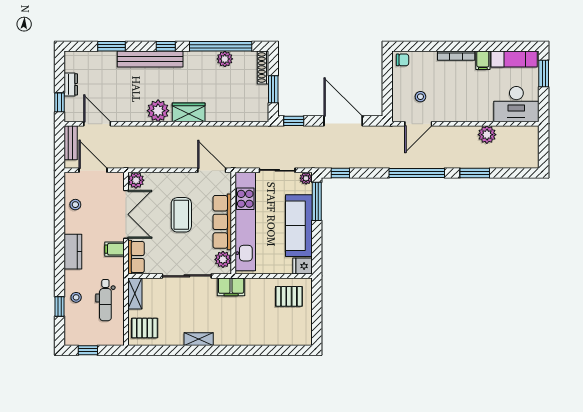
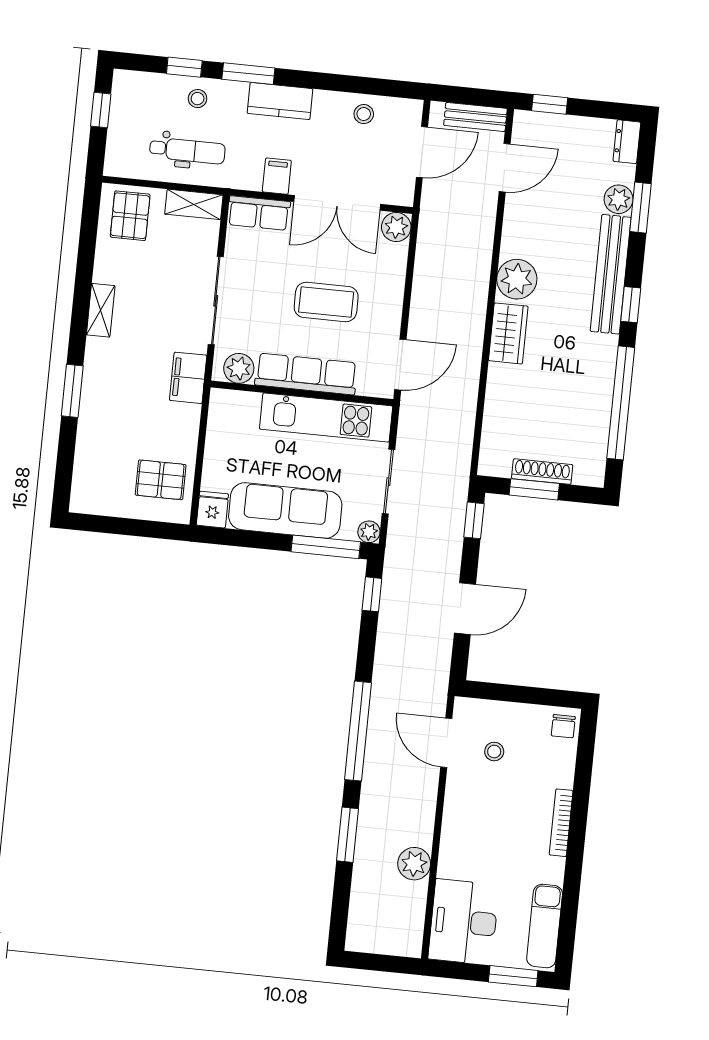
plant: (225, 59) -> (619, 199), moved
filing cabinet: (483, 60) -> (548, 870), removed
shoe rack: (263, 67) -> (542, 472), moved
dresser: (71, 84) -> (627, 142), moved, turned 90
door: (343, 121) -> (465, 609), width x0.73
kitchen unit: (245, 222) -> (326, 418), width x0.73
window: (59, 271) -> (248, 74), added
pallet: (289, 296) -> (161, 480), turned 90
dental chair: (105, 300) -> (187, 151), turned 180
window: (245, 350) -> (72, 391), added

